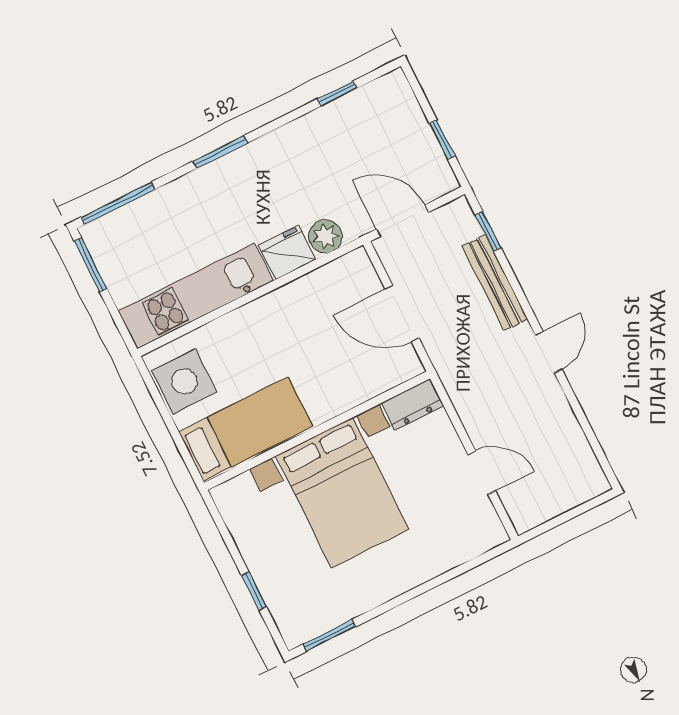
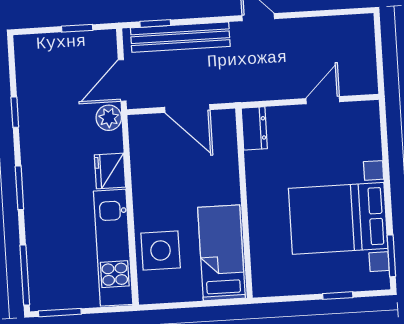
window: (337, 94) -> (15, 112), moved
plant: (325, 236) -> (109, 118), moved
bench: (495, 283) -> (180, 37), width x1.37, depth x1.21
door: (402, 314) -> (187, 108), hinge flipped
side table: (184, 381) -> (161, 250), moved
bed with nightstands: (342, 493) -> (338, 218), moved, turned 180

